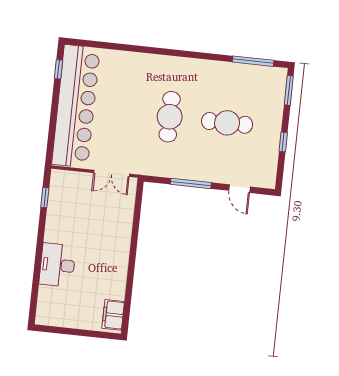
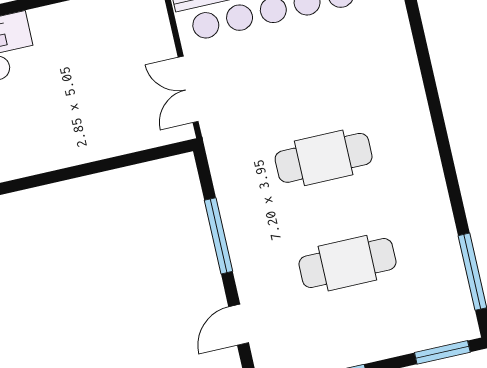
cafe table: (227, 123) -> (347, 263), turned 90

